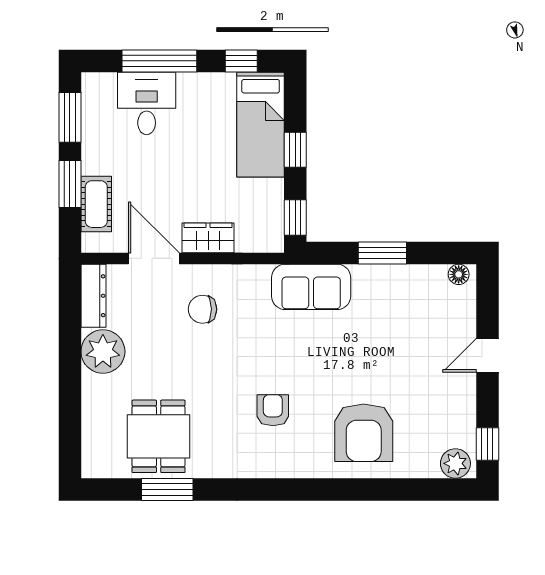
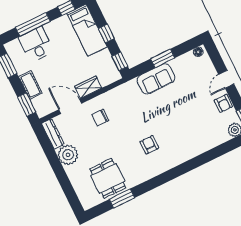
window: (70, 184) -> (27, 104), moved
cot: (96, 204) -> (30, 85), moved
sofa: (311, 287) -> (156, 79), moved
armchair: (364, 433) -> (223, 103), moved, width x0.53, depth x0.53

